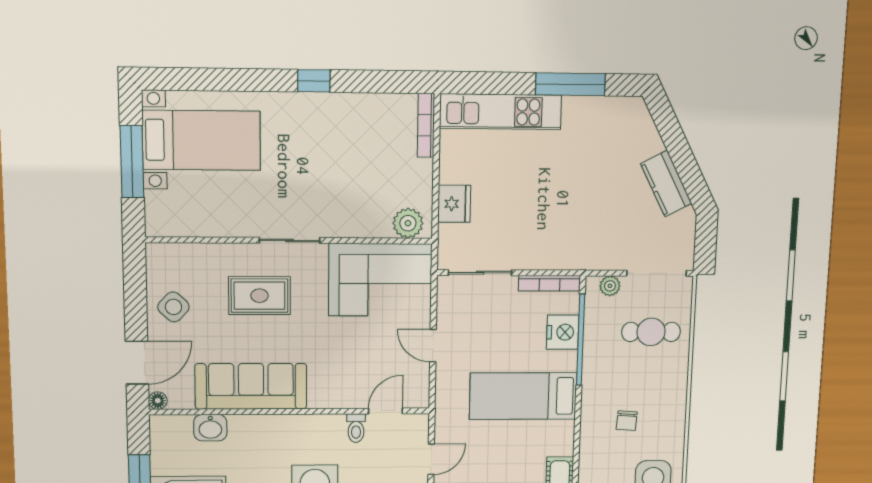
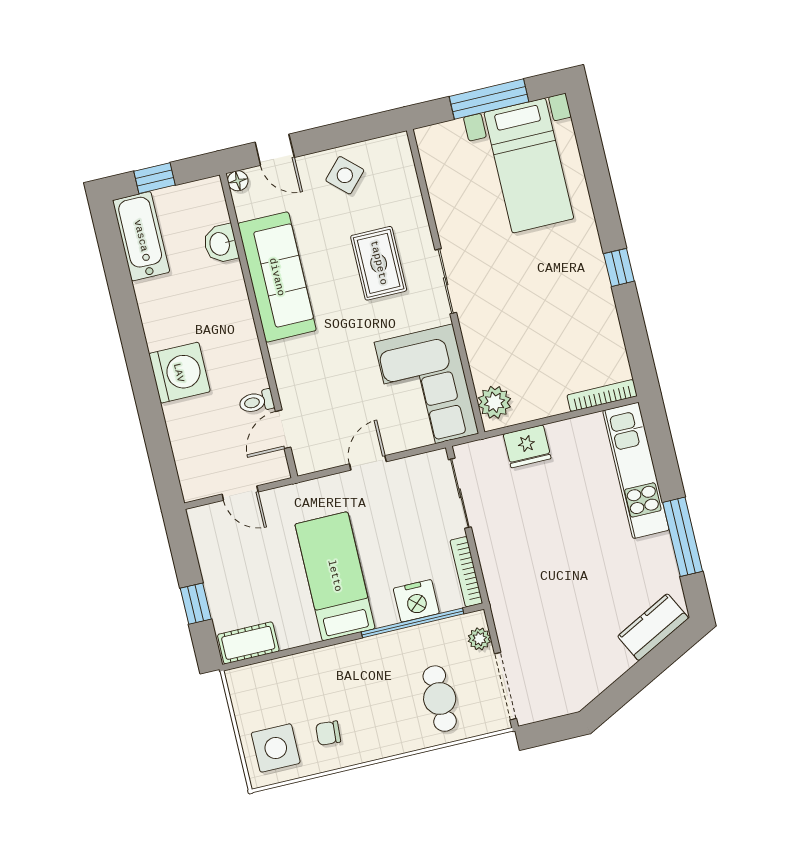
kitchen counter: (666, 184) -> (653, 627), moved
door: (137, 363) -> (275, 150), width x0.73
door: (386, 411) -> (283, 429), swing flipped
chair: (627, 421) -> (328, 733), moved

